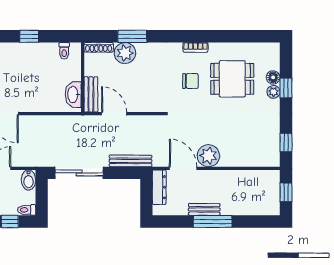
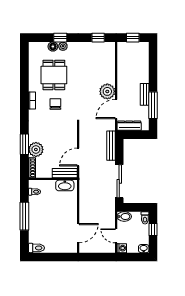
window: (29, 36) -> (24, 216), width x2.17
window: (213, 221) -> (153, 105), moved

